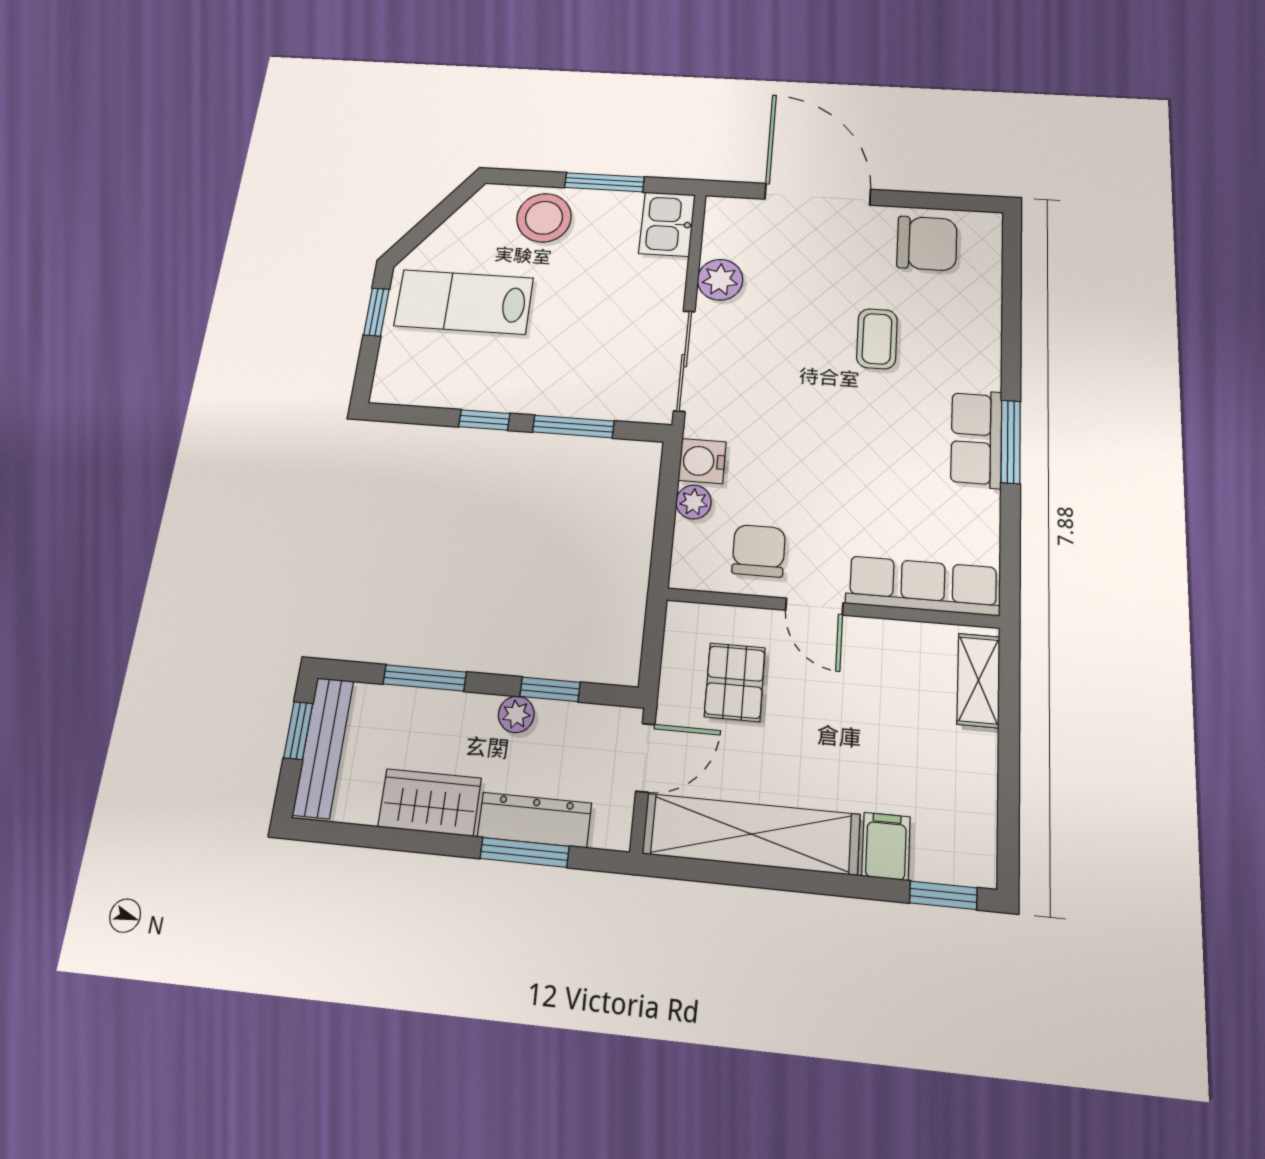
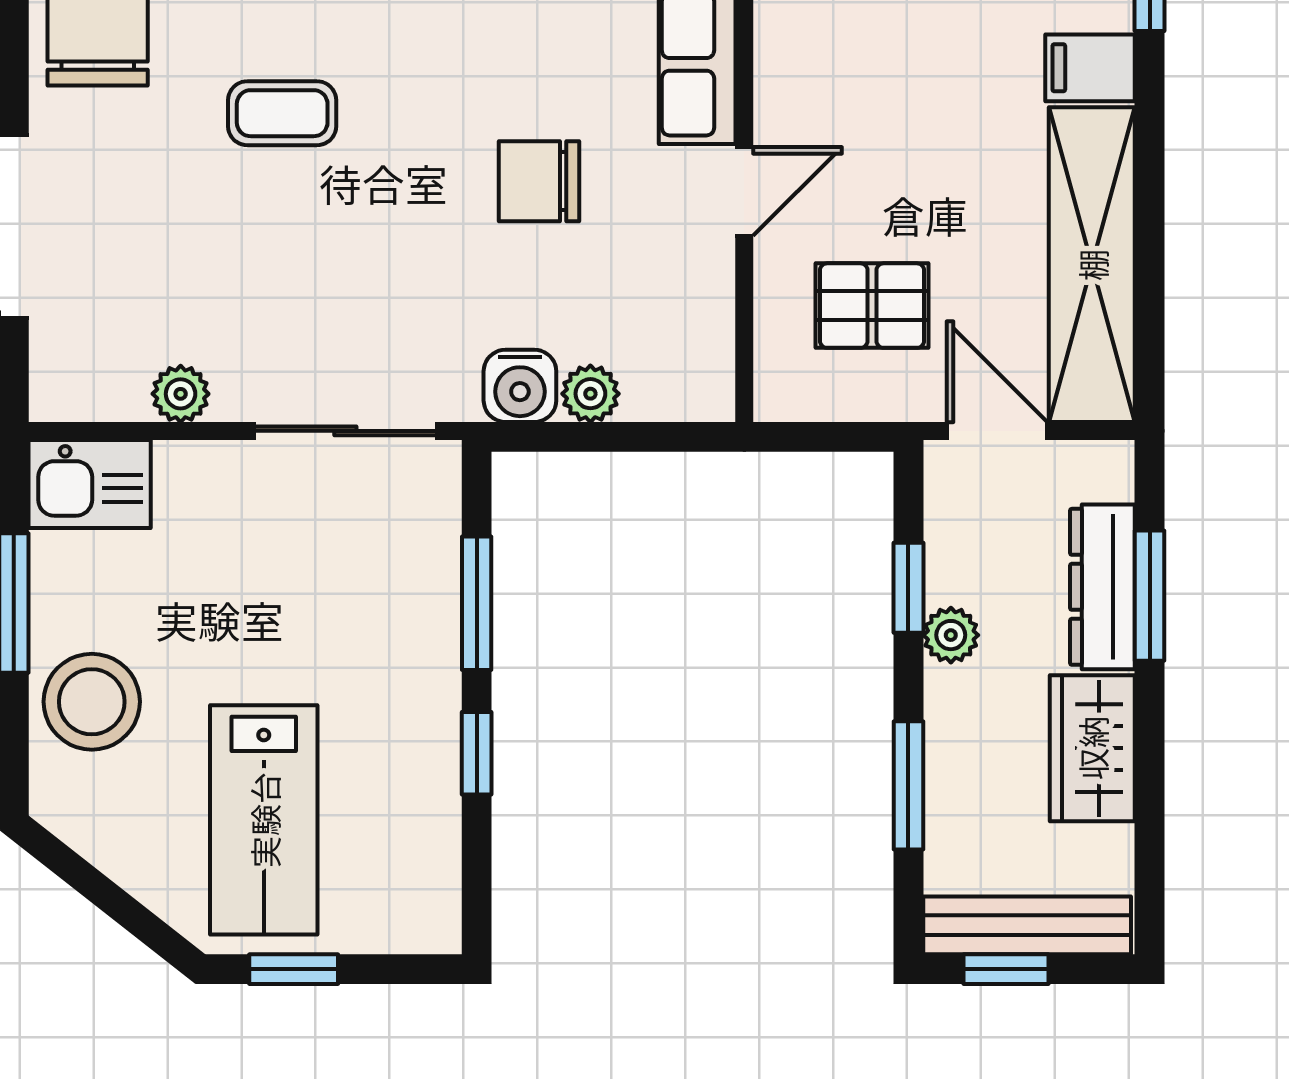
plant: (720, 280) -> (181, 394), width x0.73, depth x0.73
chair: (759, 551) -> (539, 181), moved

